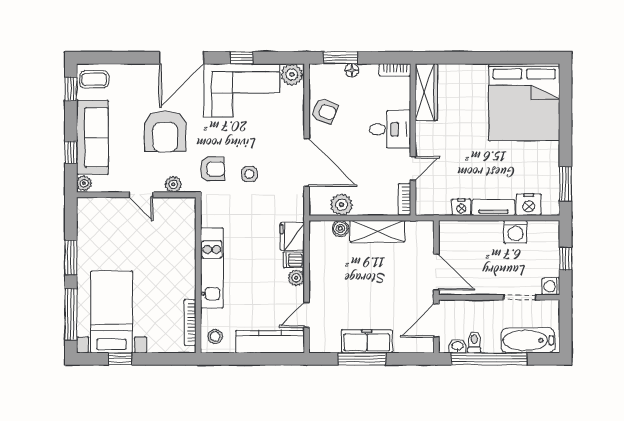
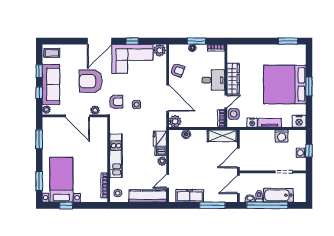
window: (340, 58) -> (196, 41), moved
window: (527, 58) -> (288, 41), added
window: (71, 89) -> (39, 71), moved
wardrobe: (426, 92) -> (233, 79), moved
bed: (524, 102) -> (285, 84), moved, turned 90
armchair: (165, 131) -> (91, 81), turned 90
window: (566, 184) -> (309, 86), moved
side table: (428, 191) -> (234, 114), added
door: (141, 195) -> (77, 116), width x1.87
plant: (342, 205) -> (175, 121), moved
nightstand: (529, 205) -> (299, 121), moved
shelving: (377, 231) -> (222, 136), moved
window: (71, 257) -> (39, 139), moved
door: (436, 272) -> (238, 158), swing flipped
washing machine: (551, 286) -> (301, 153), moved
window: (71, 314) -> (39, 181), width x0.69
bathtub: (528, 340) -> (278, 195), moved
freezer: (367, 341) -> (190, 196), moved
window: (362, 359) -> (212, 205), moved

